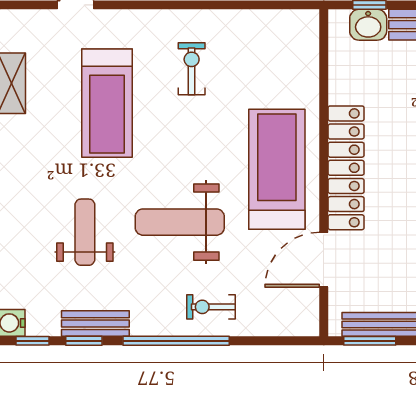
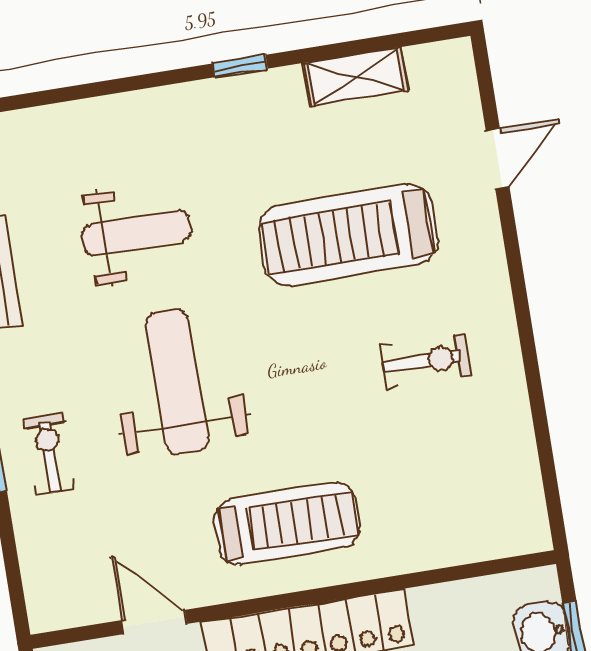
treadmill: (277, 169) -> (287, 524), width x0.73, depth x0.73
door: (324, 260) -> (154, 622), width x0.73

